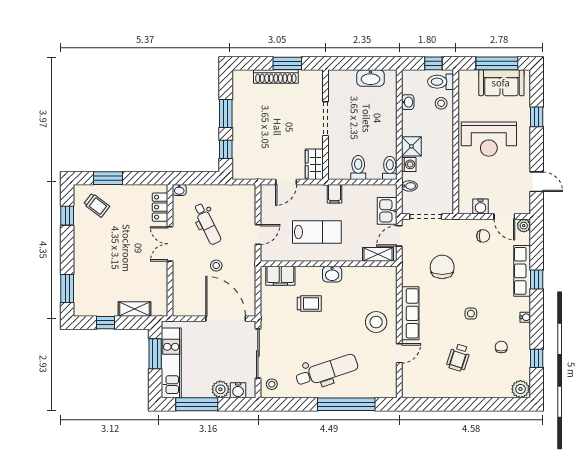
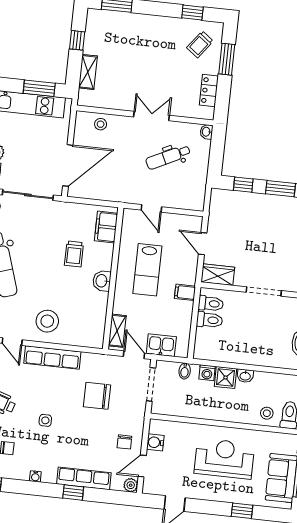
washbasin: (408, 102) -> (245, 376), moved
reception desk: (489, 139) -> (224, 459), turned 90
toilet: (390, 168) -> (211, 304), moved
locker: (160, 207) -> (209, 90), moved, turned -90
stool: (216, 266) -> (101, 124), moved
chair: (442, 267) -> (97, 396), turned 180

